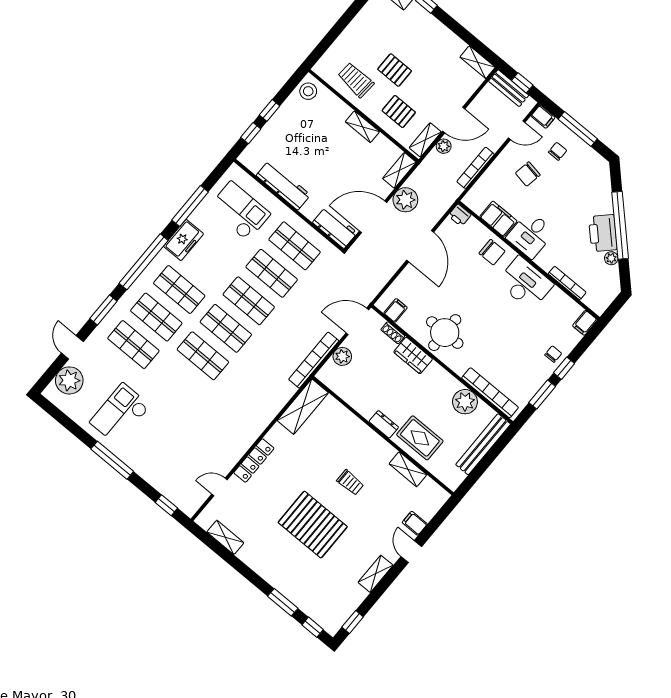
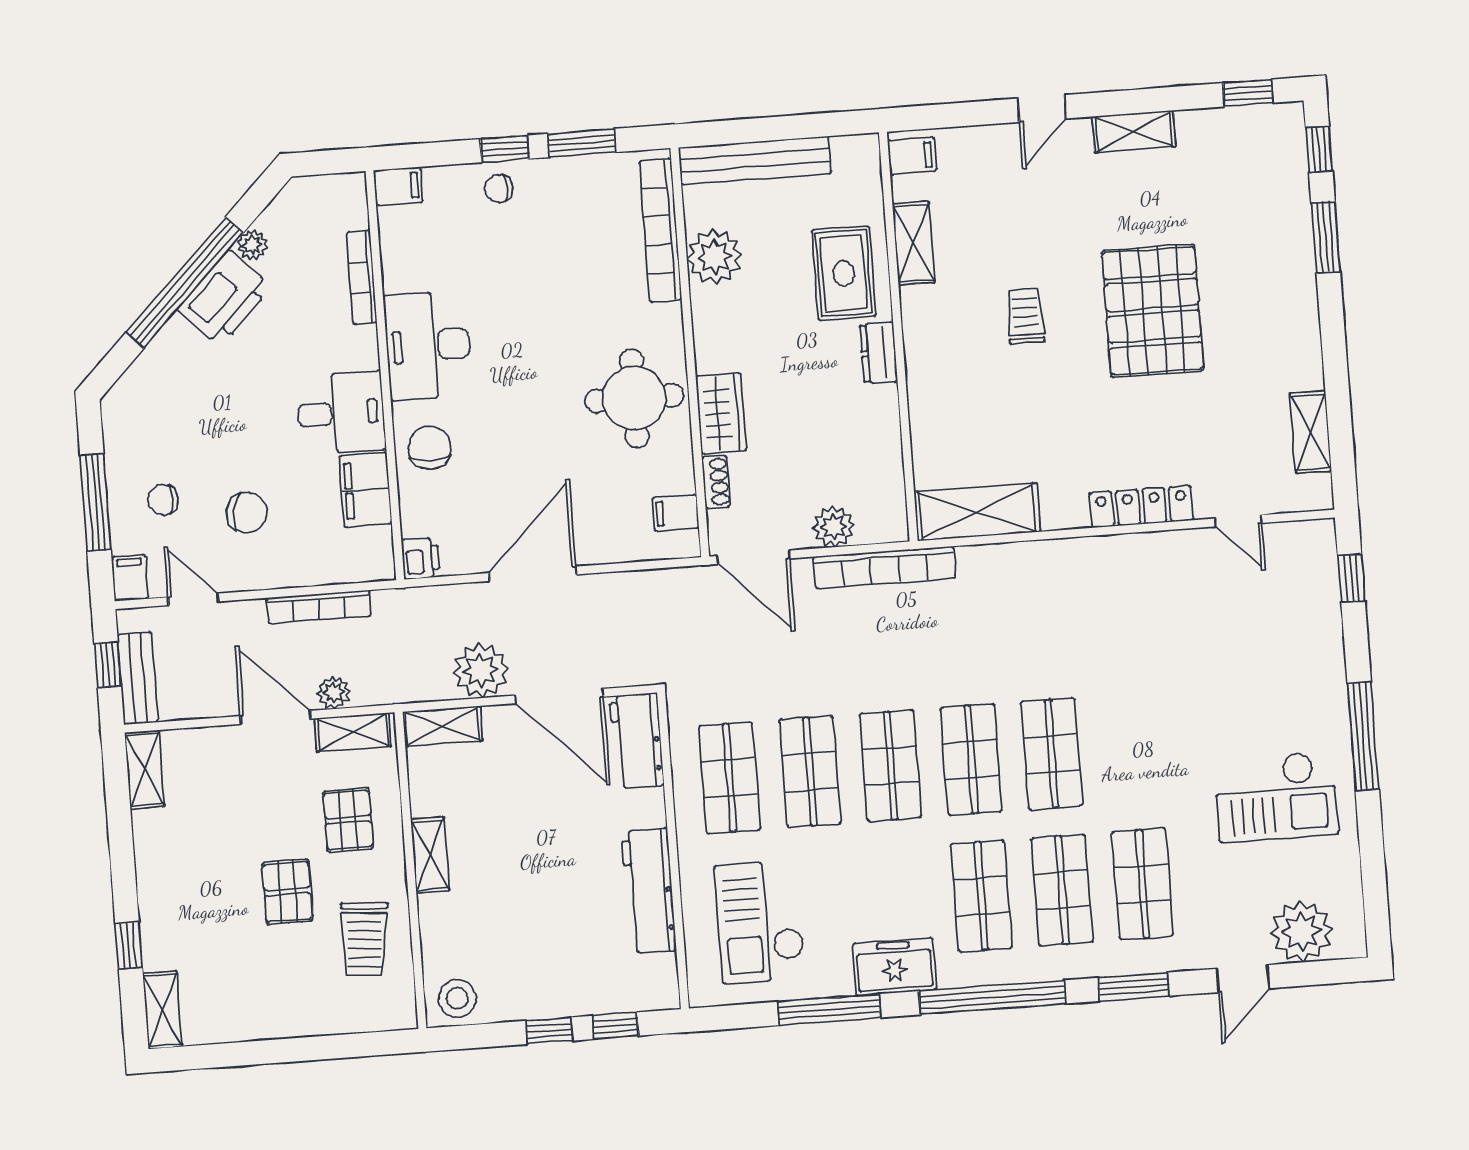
filing cabinet: (415, 523) -> (912, 156), moved, turned -90

